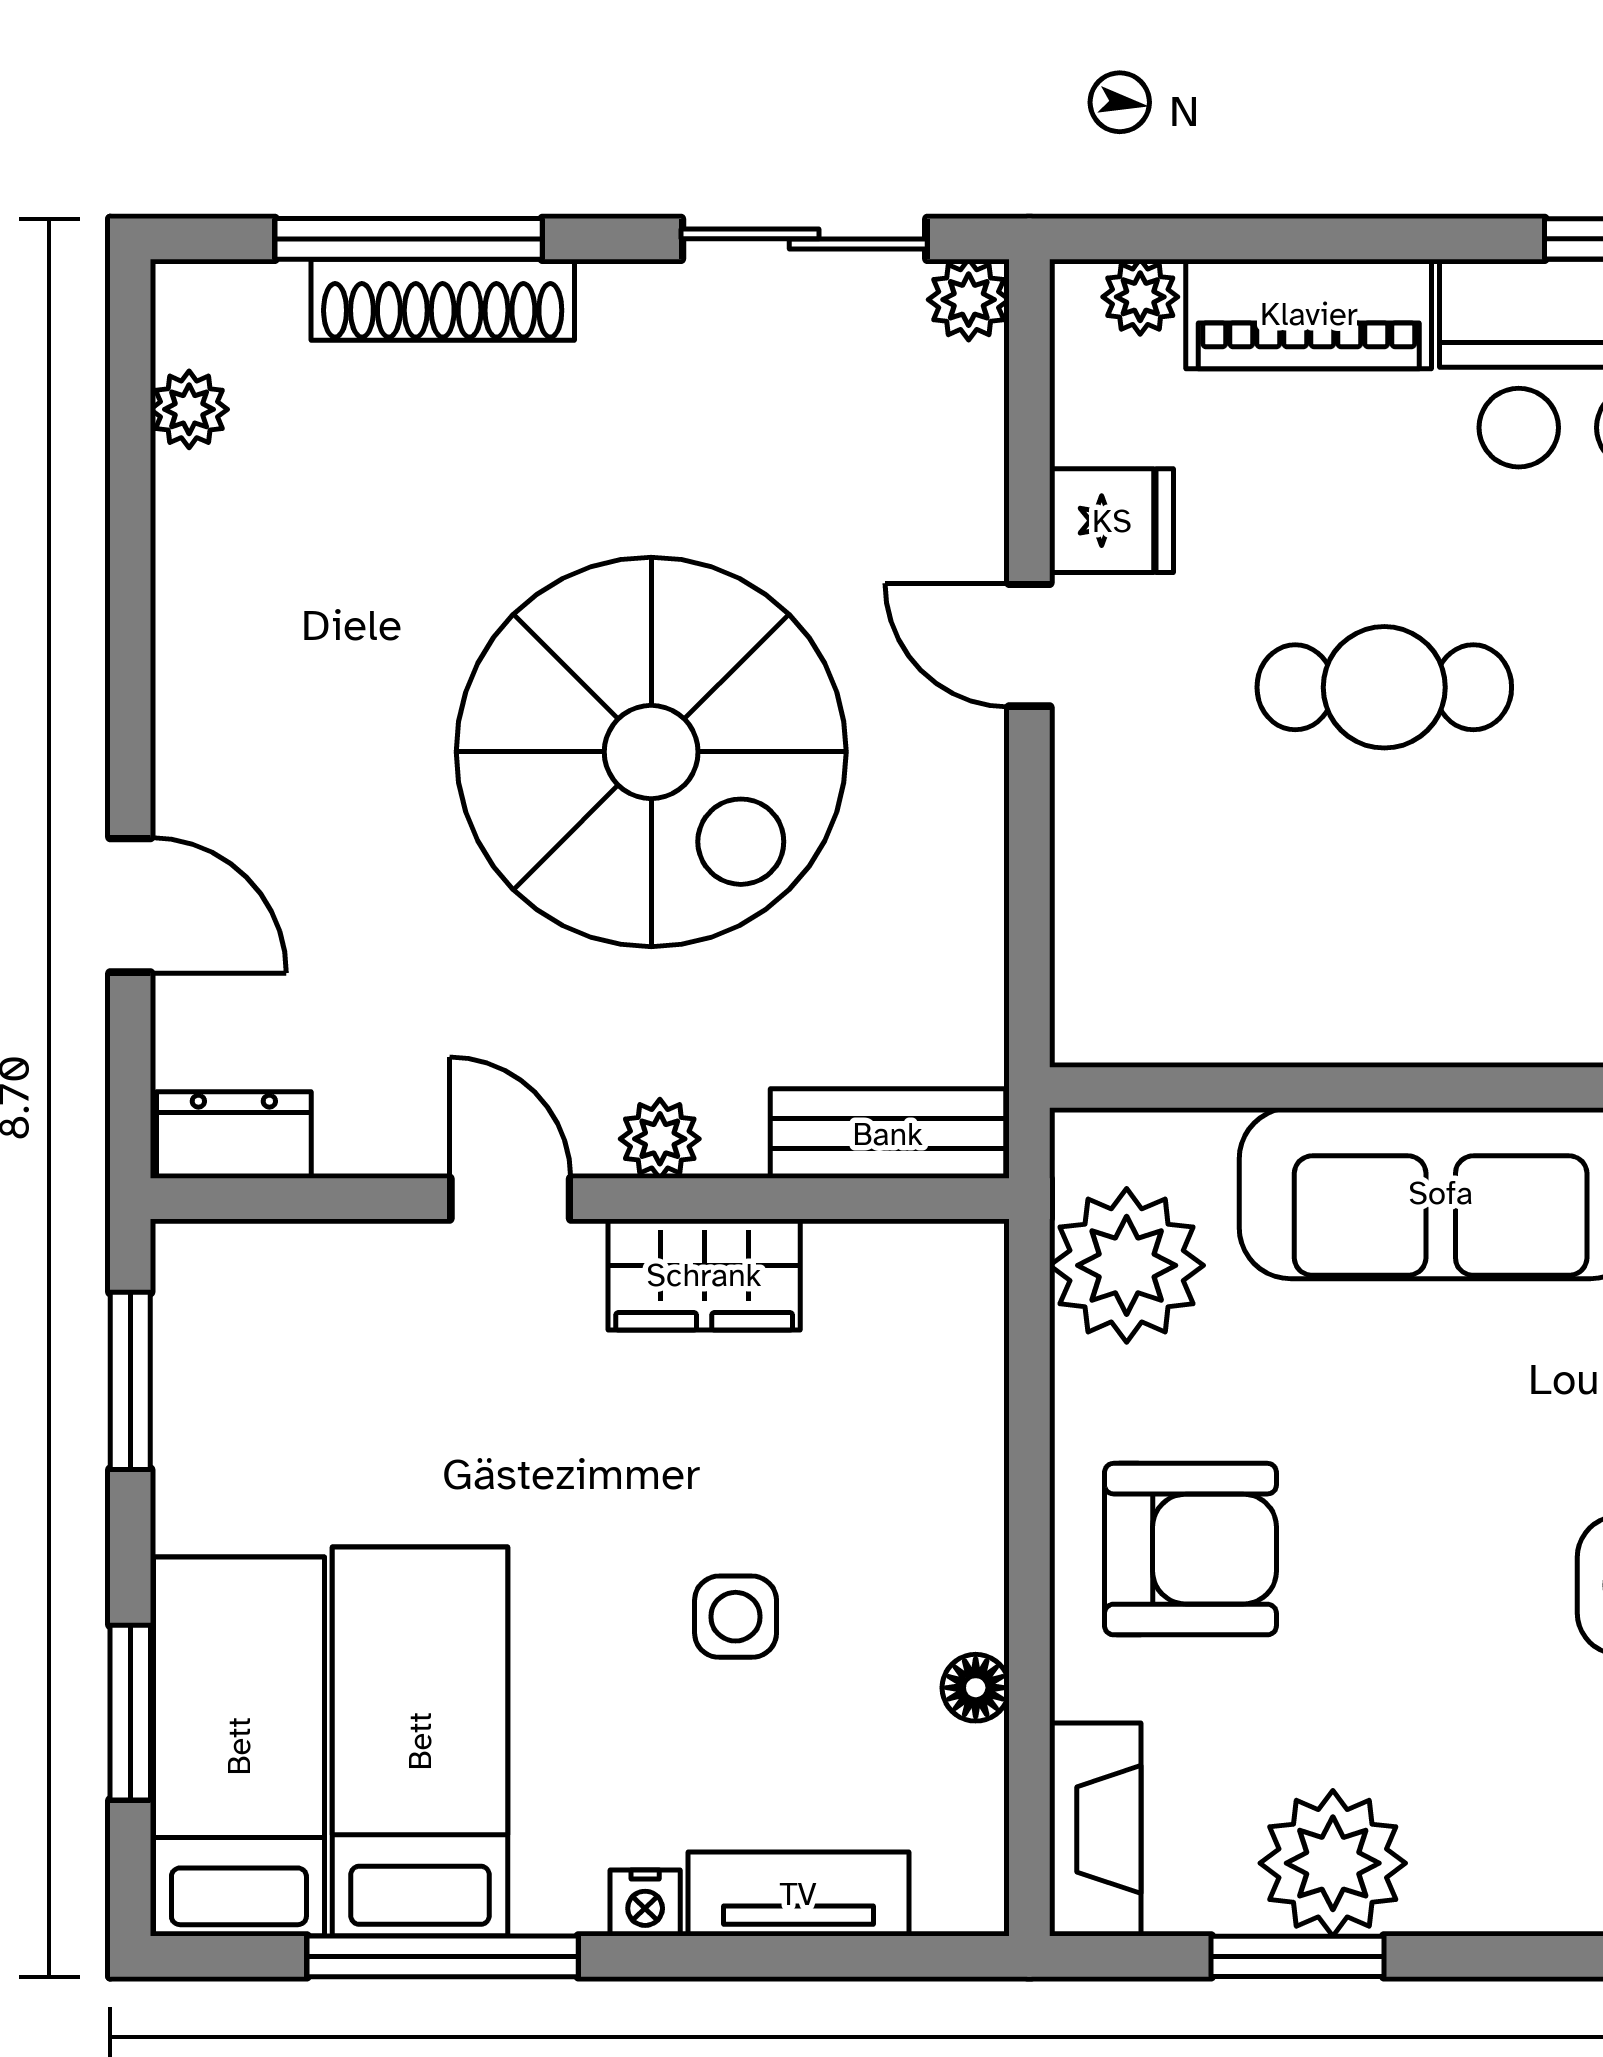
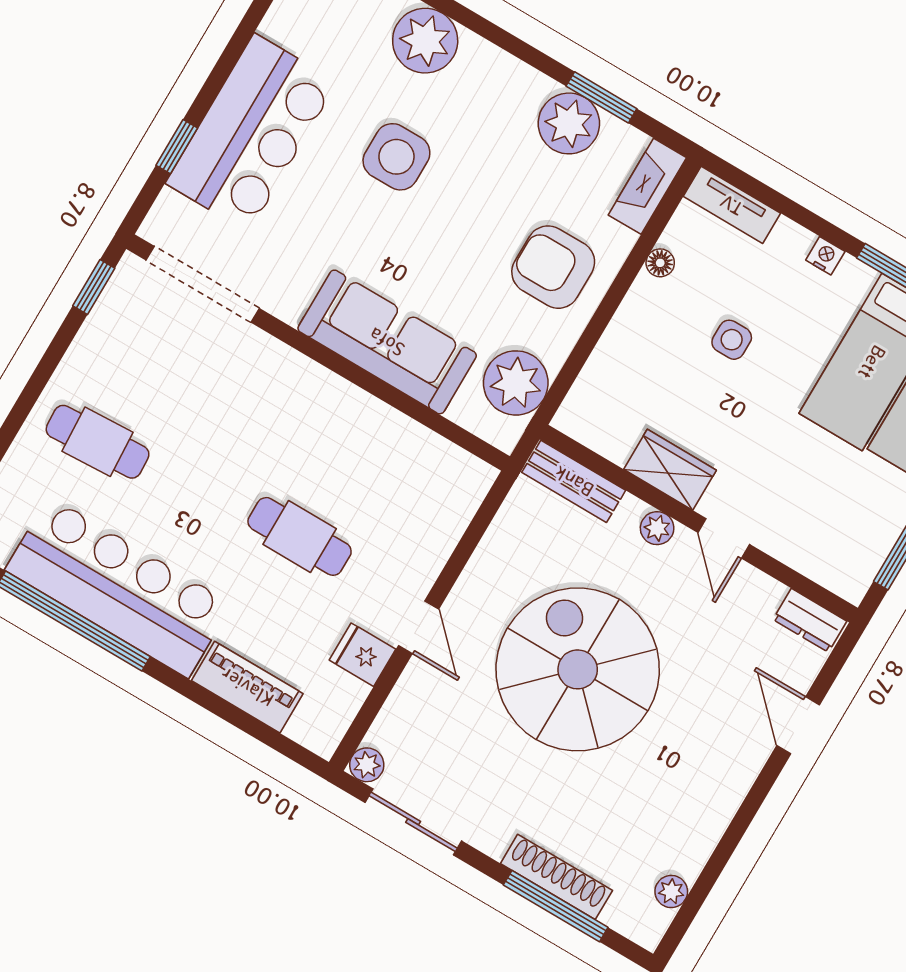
plant: (1140, 297) -> (304, 729), removed
tv unit: (798, 1894) -> (732, 205), moved

